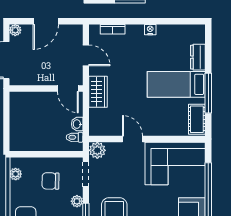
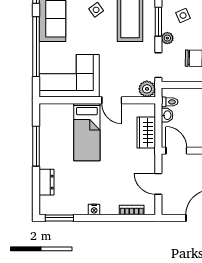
window: (185, 21) -> (59, 218), added
bed: (176, 84) -> (87, 132), moved, turned 90
wardrobe: (98, 92) -> (146, 132), moved
cot: (197, 119) -> (47, 120), removed

